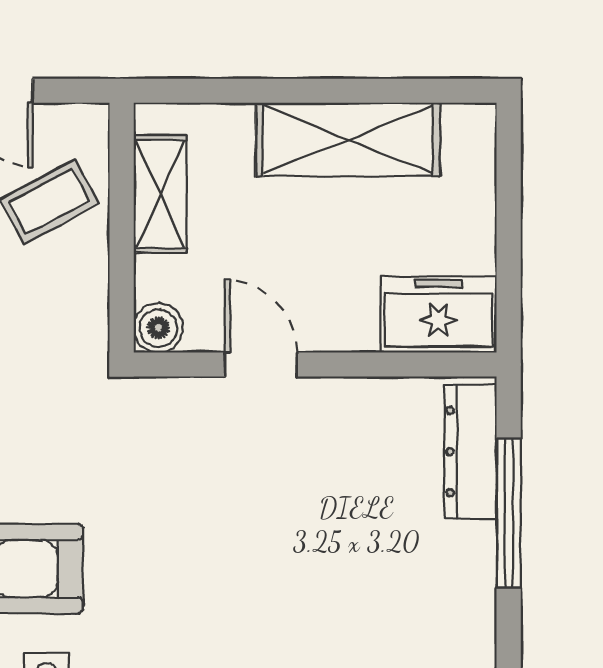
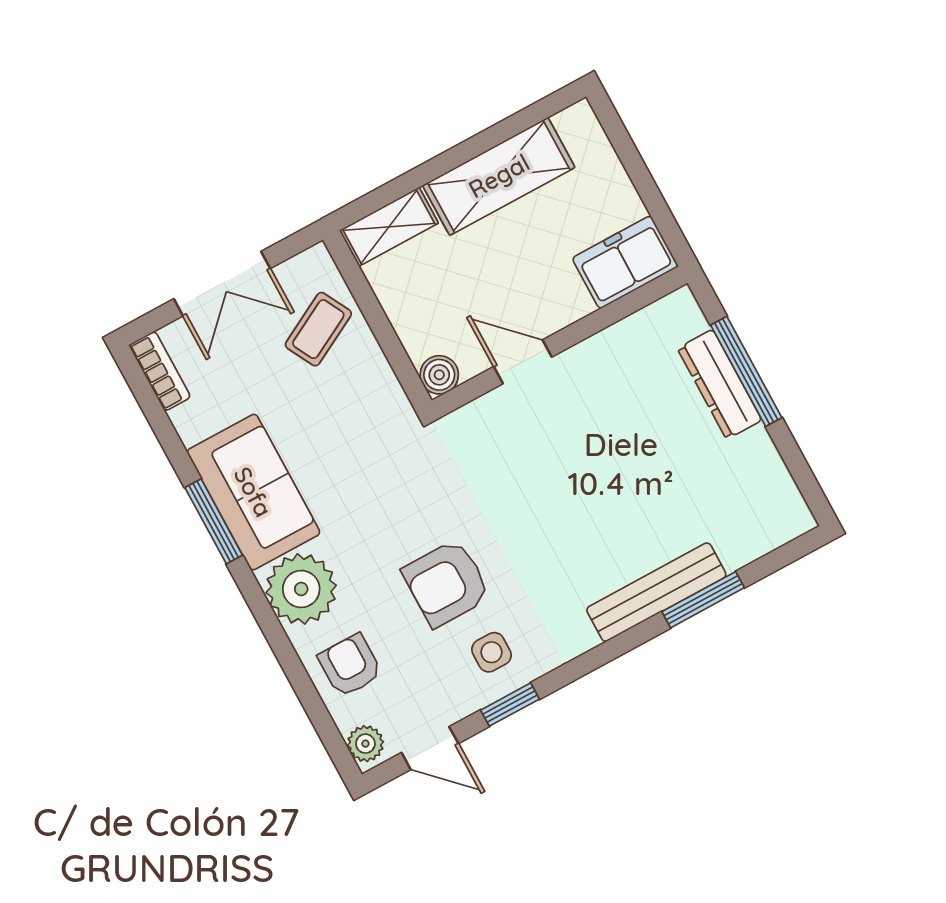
shelving: (160, 194) -> (389, 227), moved, turned 90
dresser: (470, 452) -> (720, 384), moved

